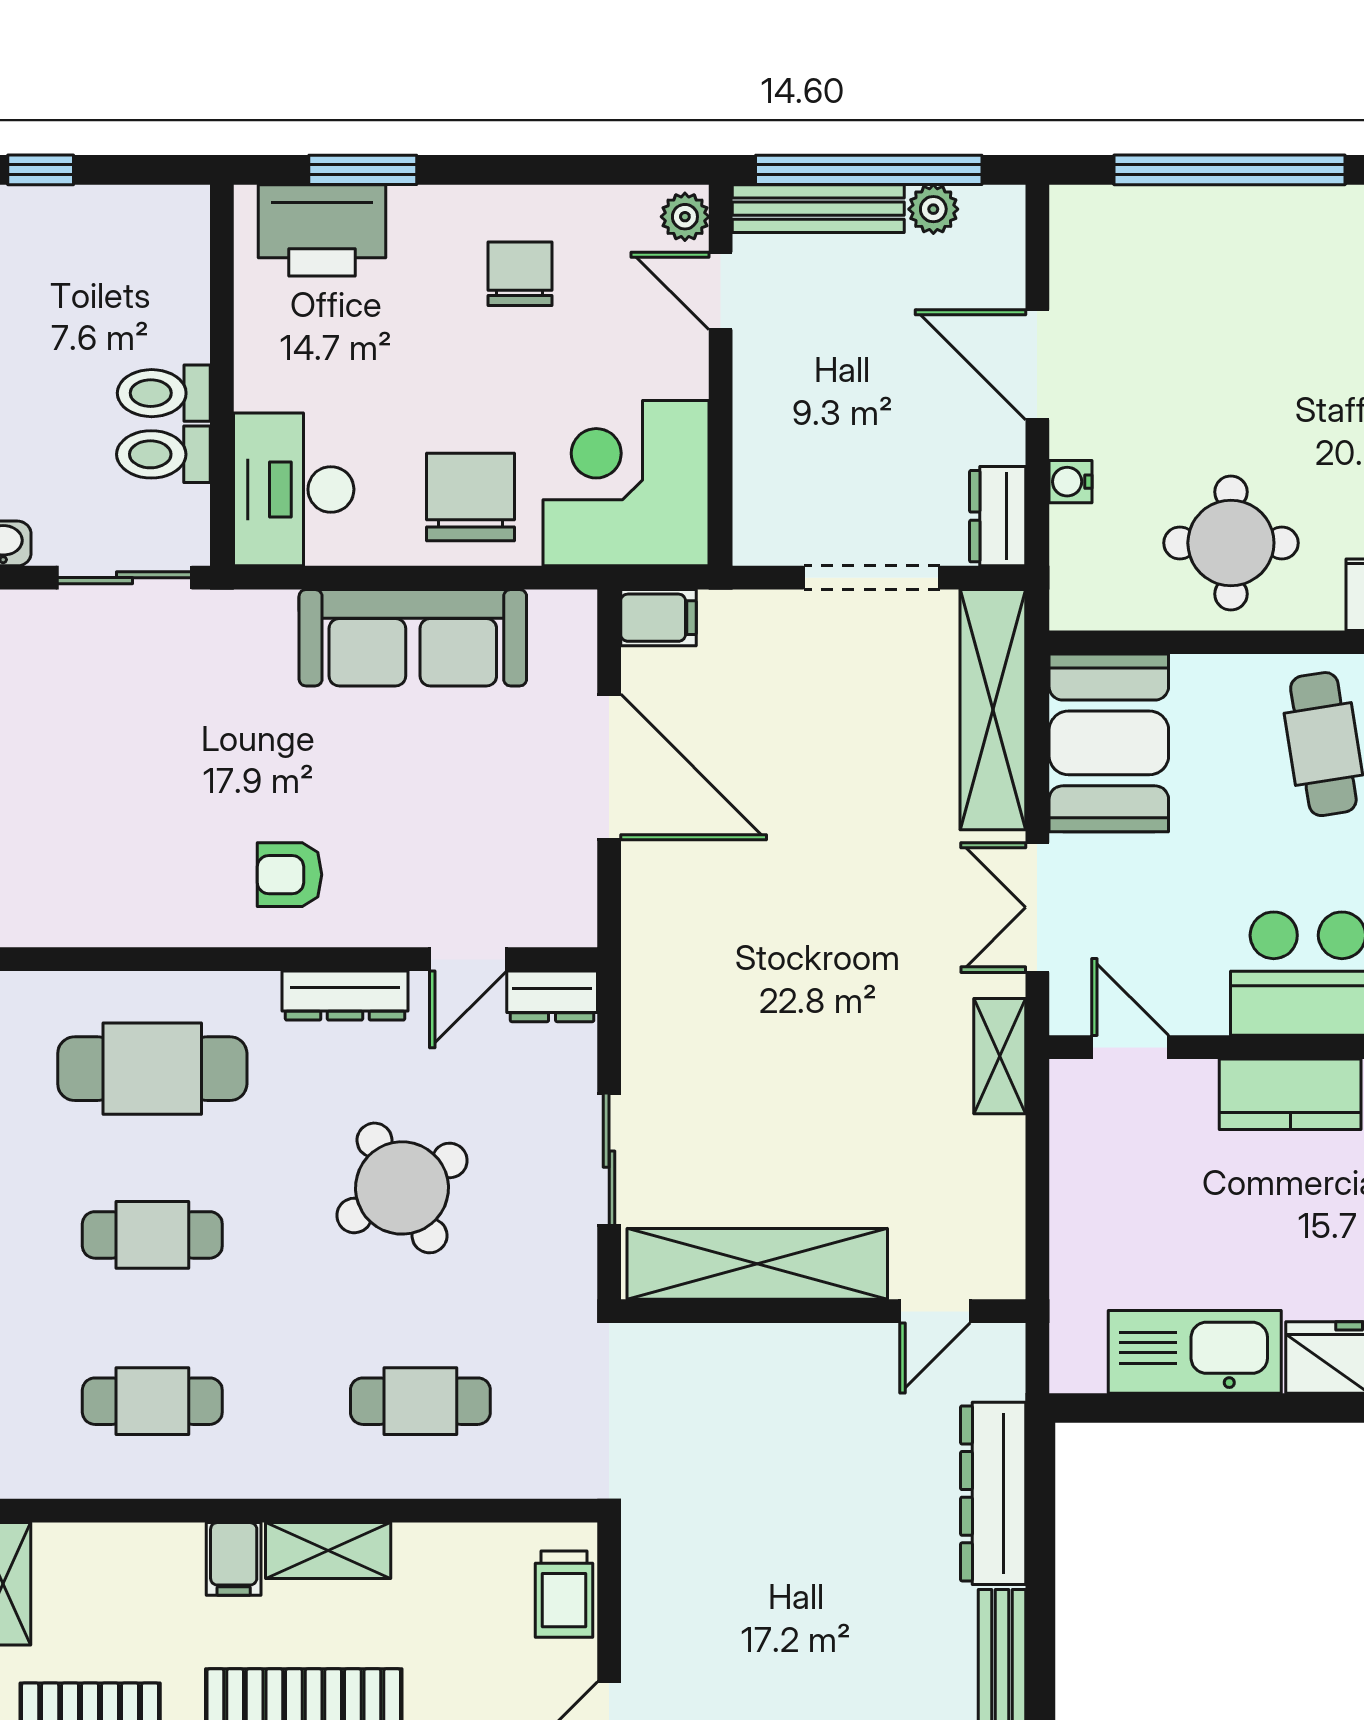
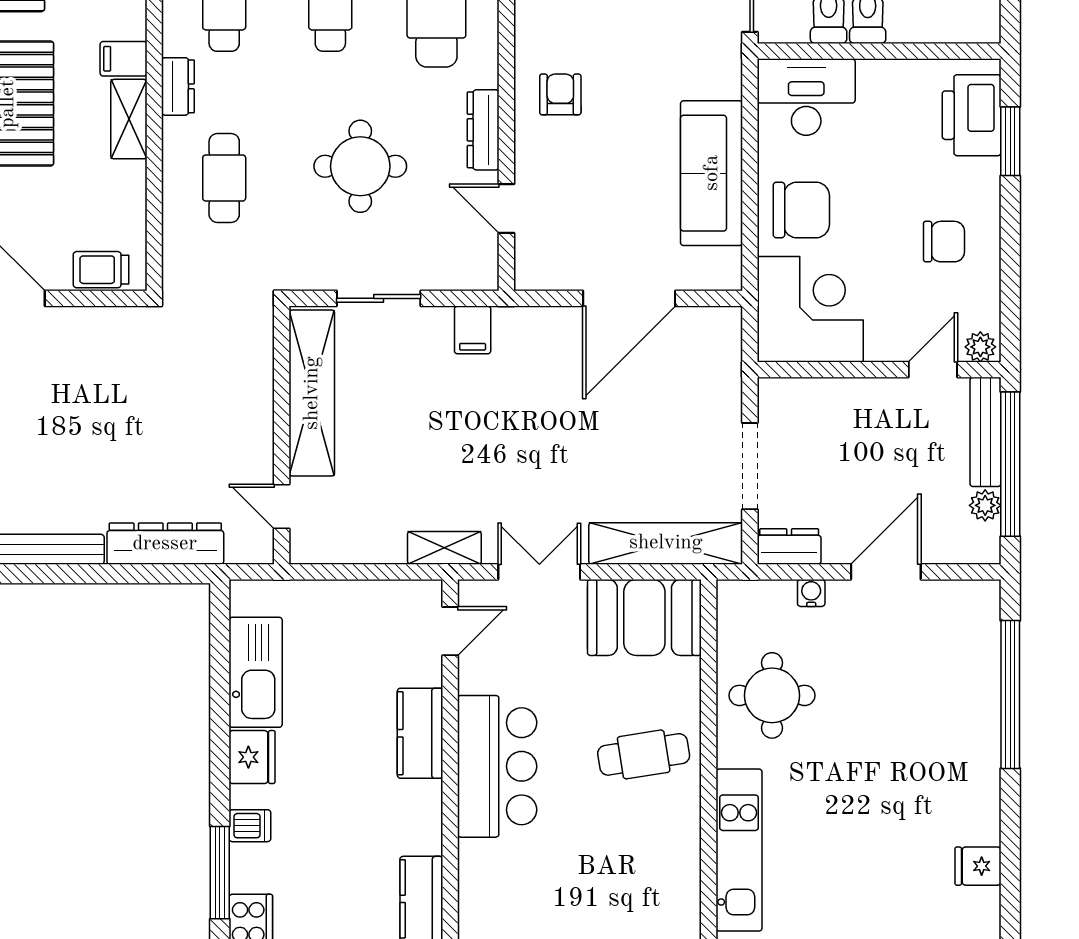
filing cabinet: (658, 618) -> (473, 330), moved
dresser: (552, 996) -> (178, 86), moved, turned 180
round table: (402, 1188) -> (360, 166), turned 30

